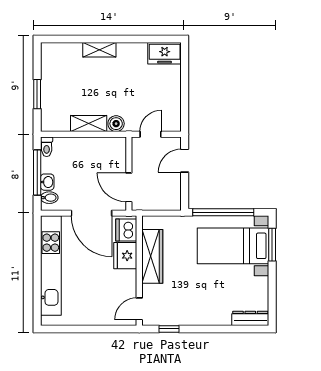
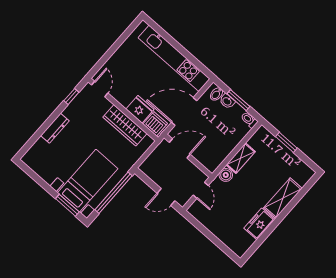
shelving: (99, 50) -> (283, 198), width x1.50, depth x1.33
freezer: (165, 53) -> (259, 224), moved
door: (185, 161) -> (166, 197), swing flipped
window: (37, 172) -> (238, 100), width x0.69
dresser: (250, 318) -> (55, 128), moved

